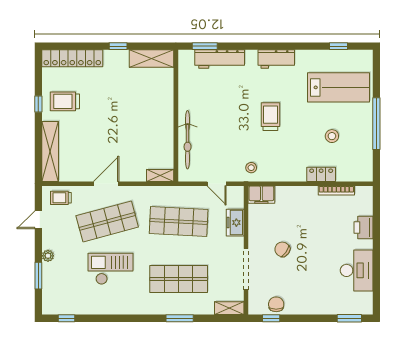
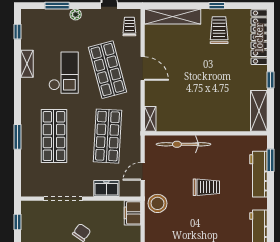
trolley: (270, 117) -> (206, 187), moved
stool: (251, 168) -> (157, 203), width x1.89, depth x1.89
chair: (276, 304) -> (31, 227), removed
shelving: (229, 308) -> (27, 64), moved

